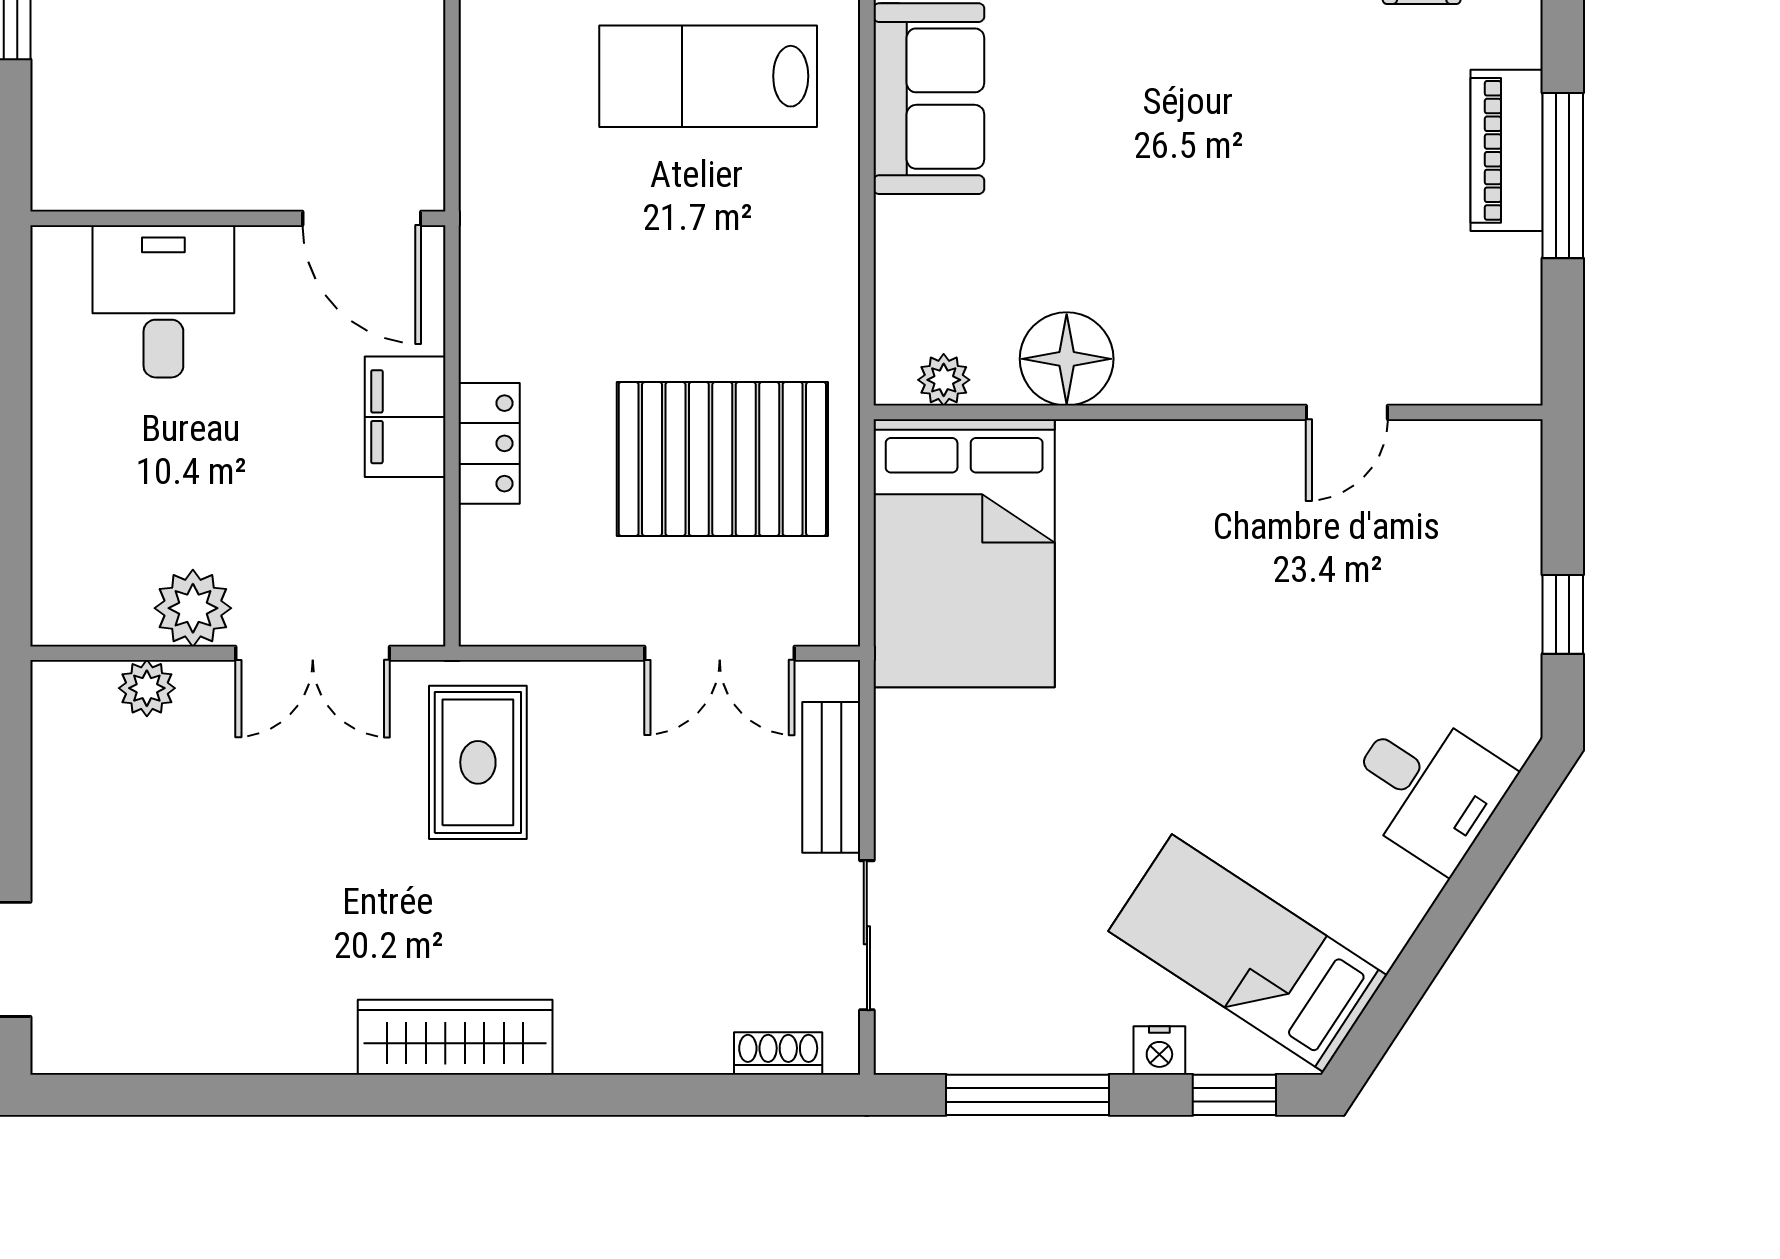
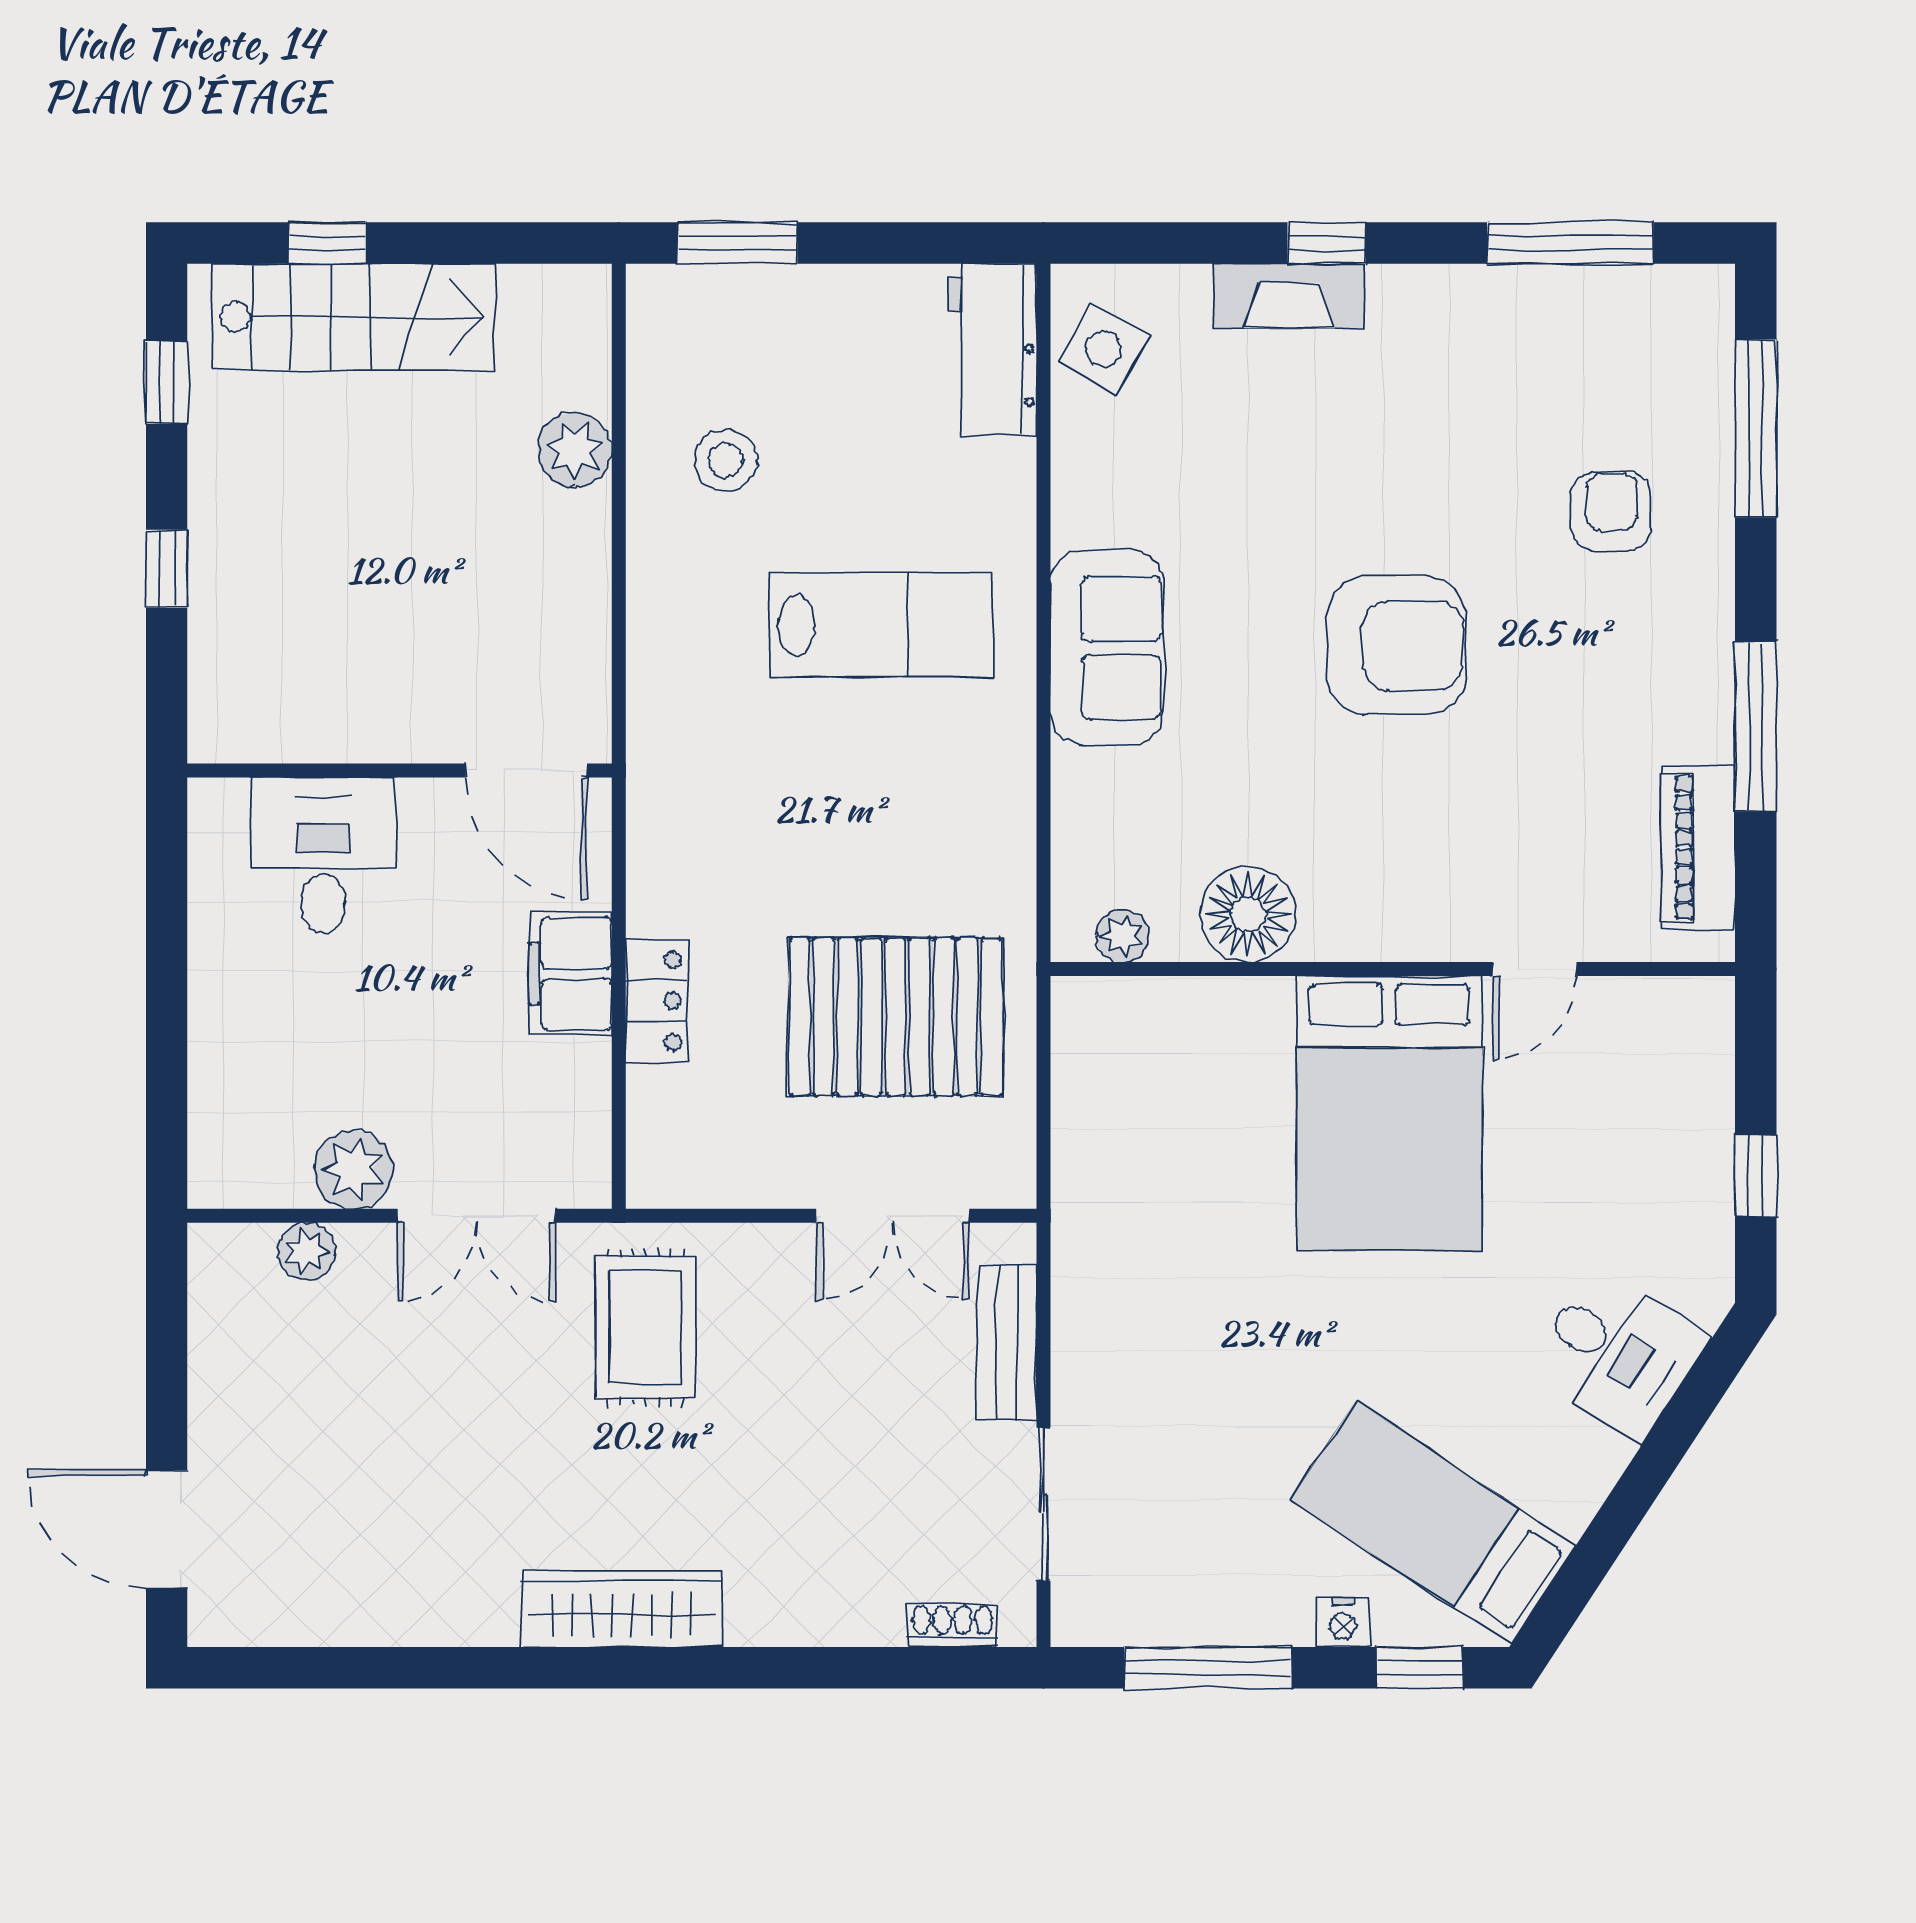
lab bench: (708, 76) -> (881, 625), turned 180
armchair: (1212, 96) -> (1396, 646), added
piano: (1507, 150) -> (1698, 848), moved
bed: (964, 553) -> (1389, 1113), moved

